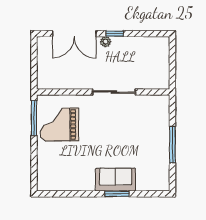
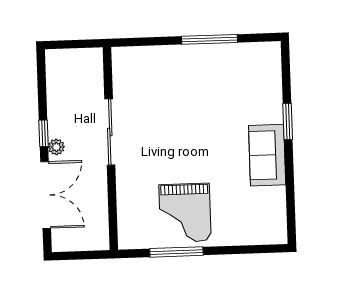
wall: (103, 92) -> (110, 149), moved
sliding door: (114, 92) -> (110, 132), moved
sofa: (115, 180) -> (267, 155), moved

